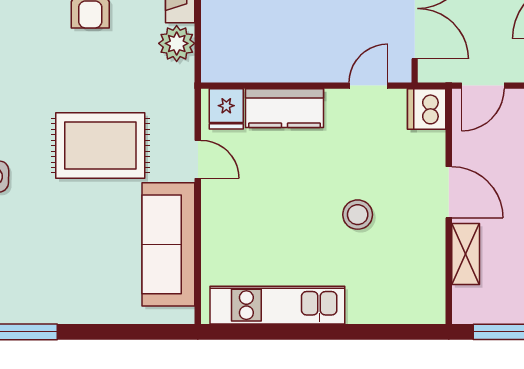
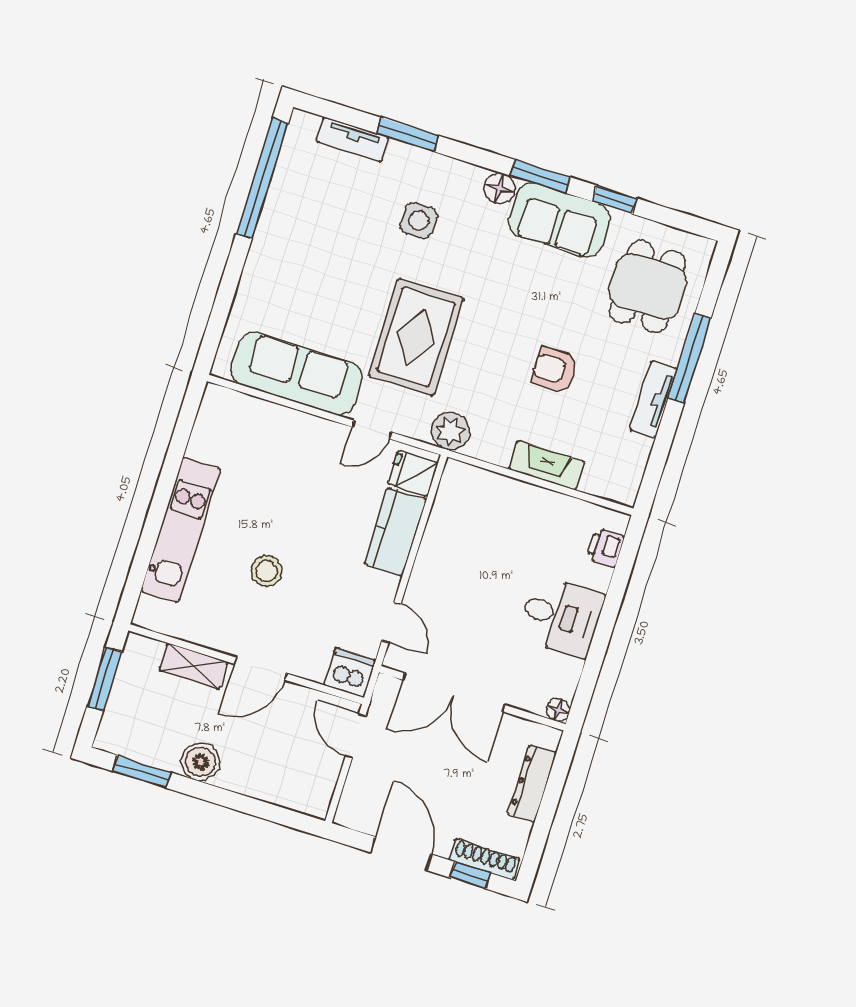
plant: (177, 43) -> (450, 431), moved
kitchen unit: (277, 305) -> (181, 530), moved

